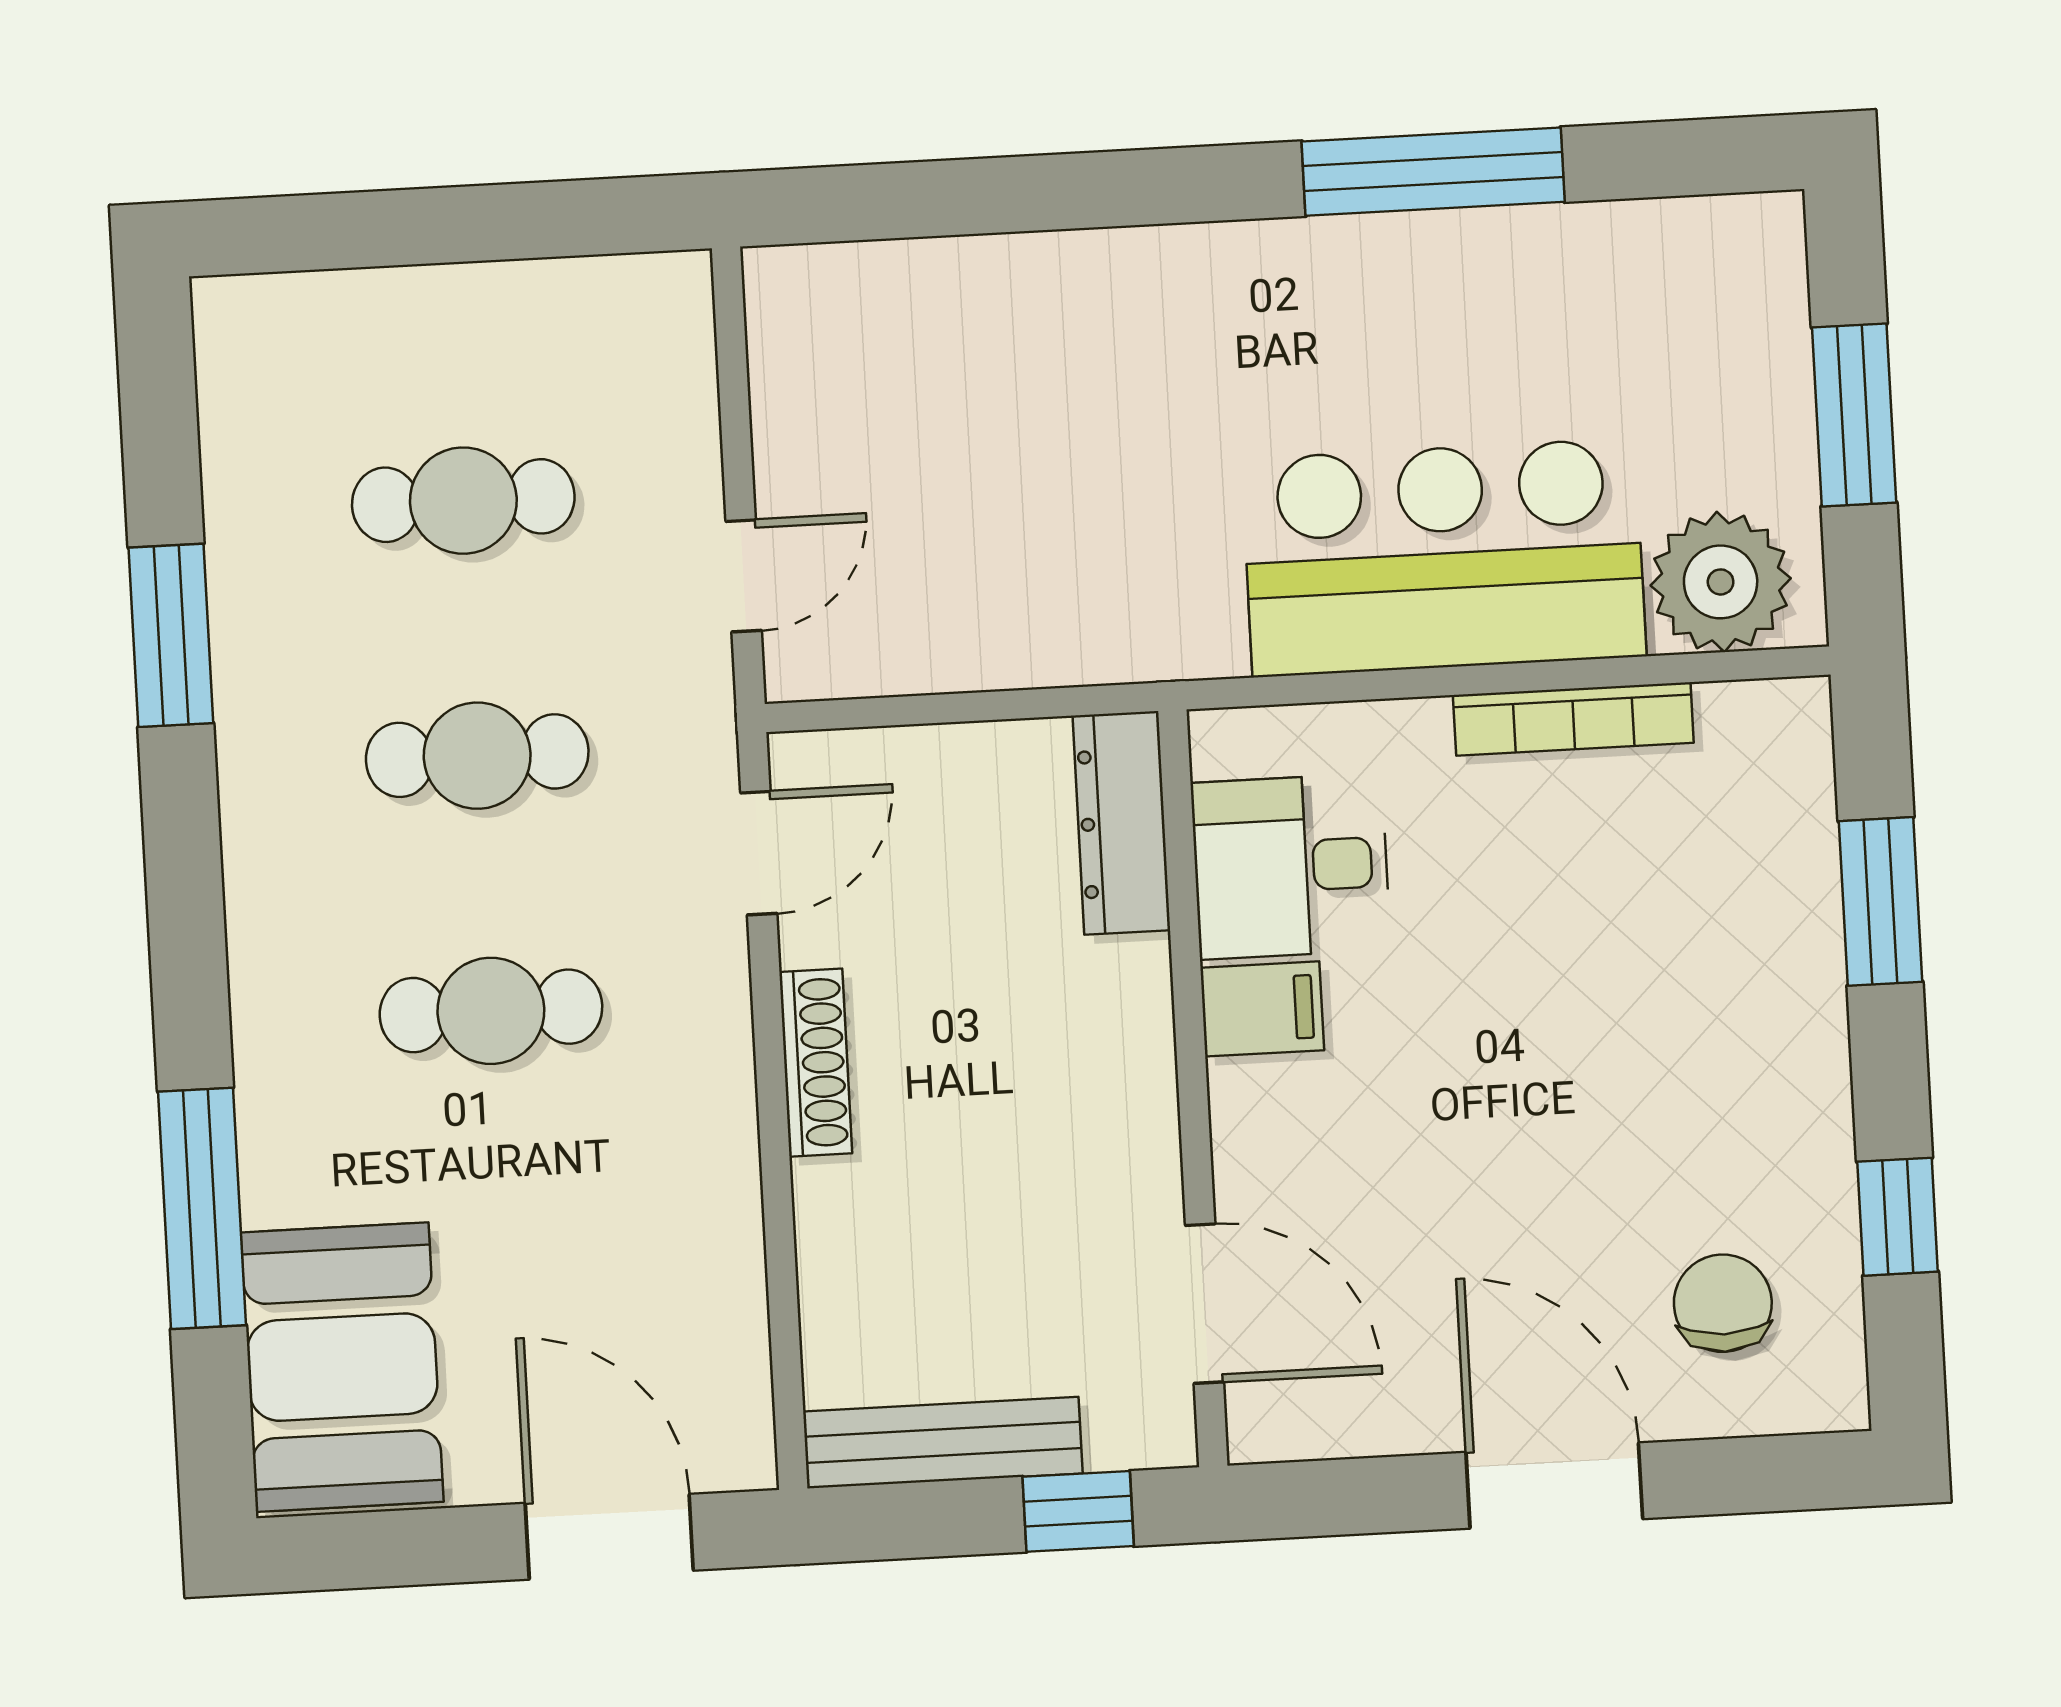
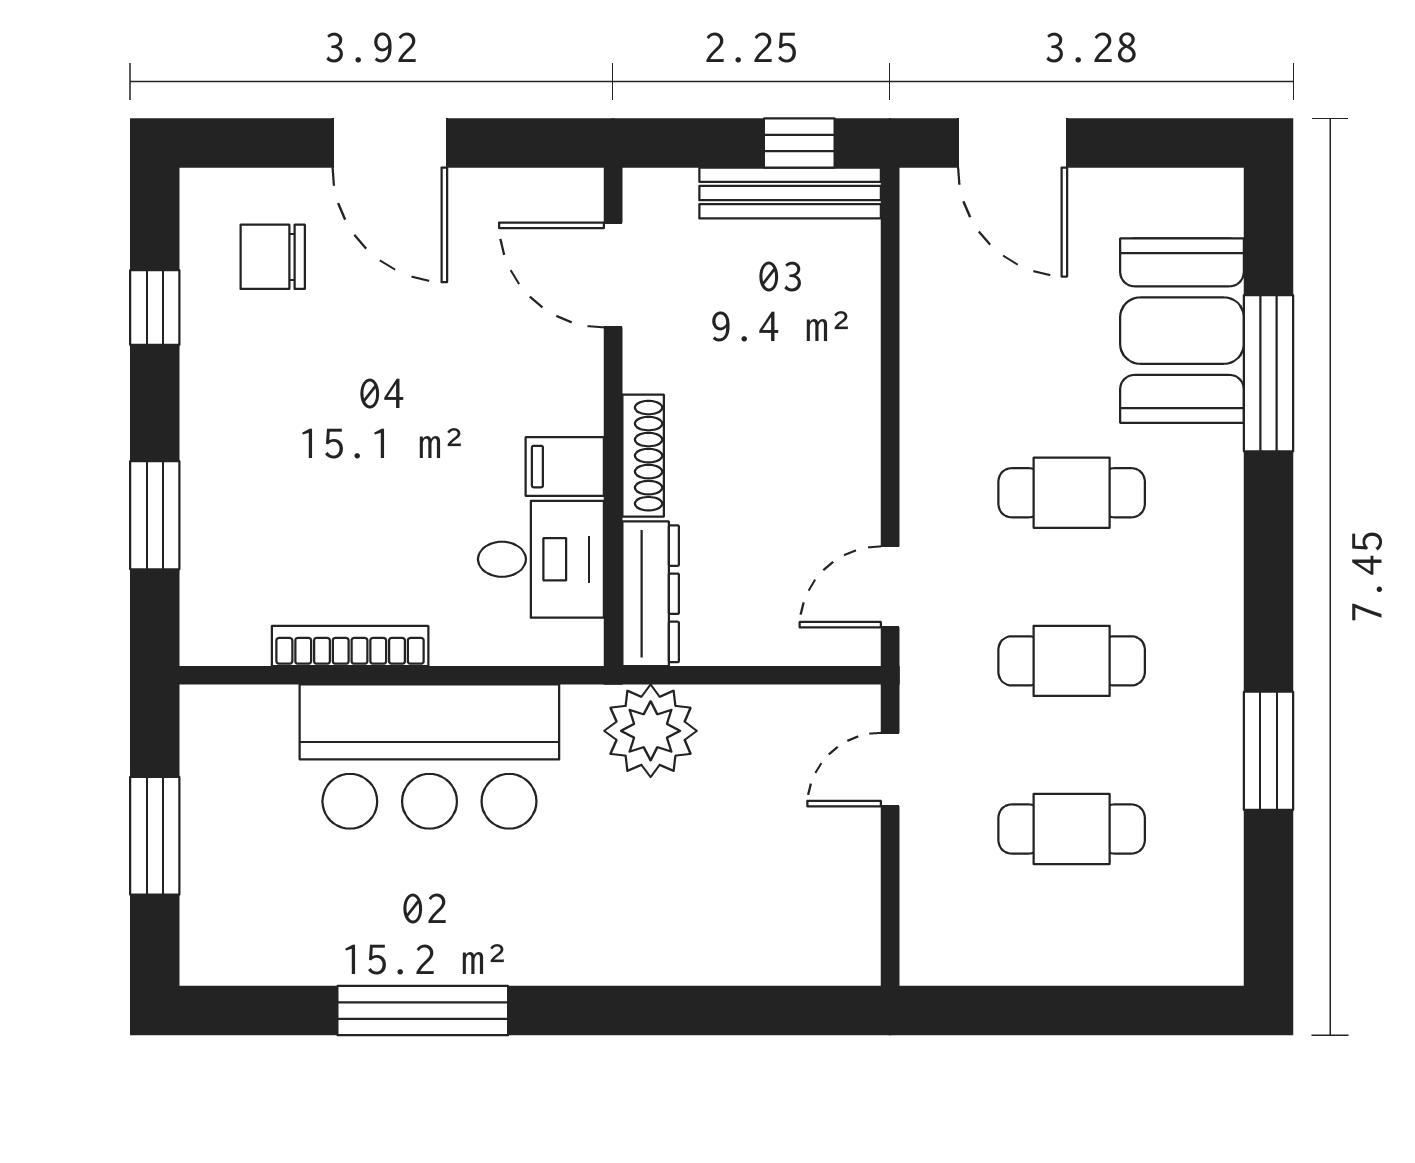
plant: (1721, 582) -> (651, 731), moved
shoe rack: (816, 1063) -> (643, 456), moved, turned 180
chair: (1723, 1303) -> (273, 257), turned 90
booth: (342, 1367) -> (1182, 331), moved
window: (1078, 1511) -> (799, 143), moved

